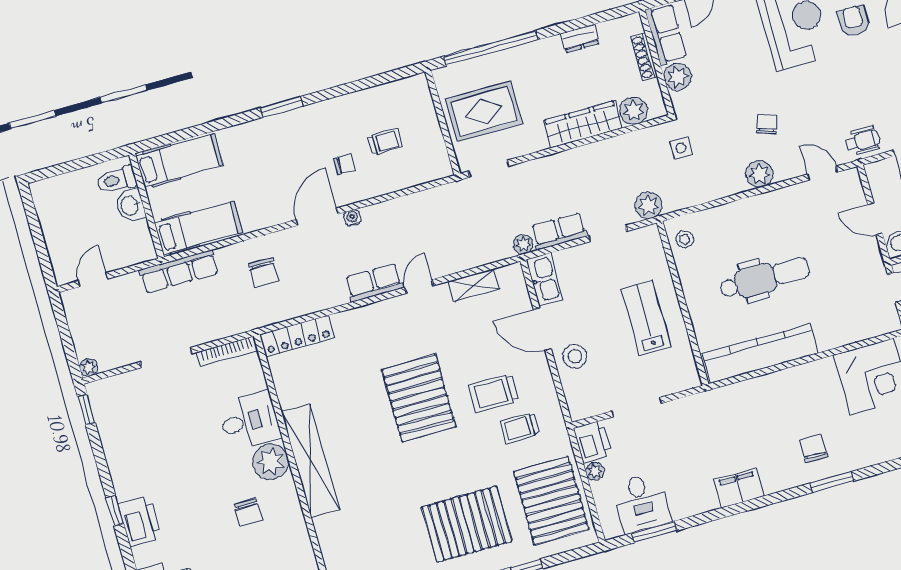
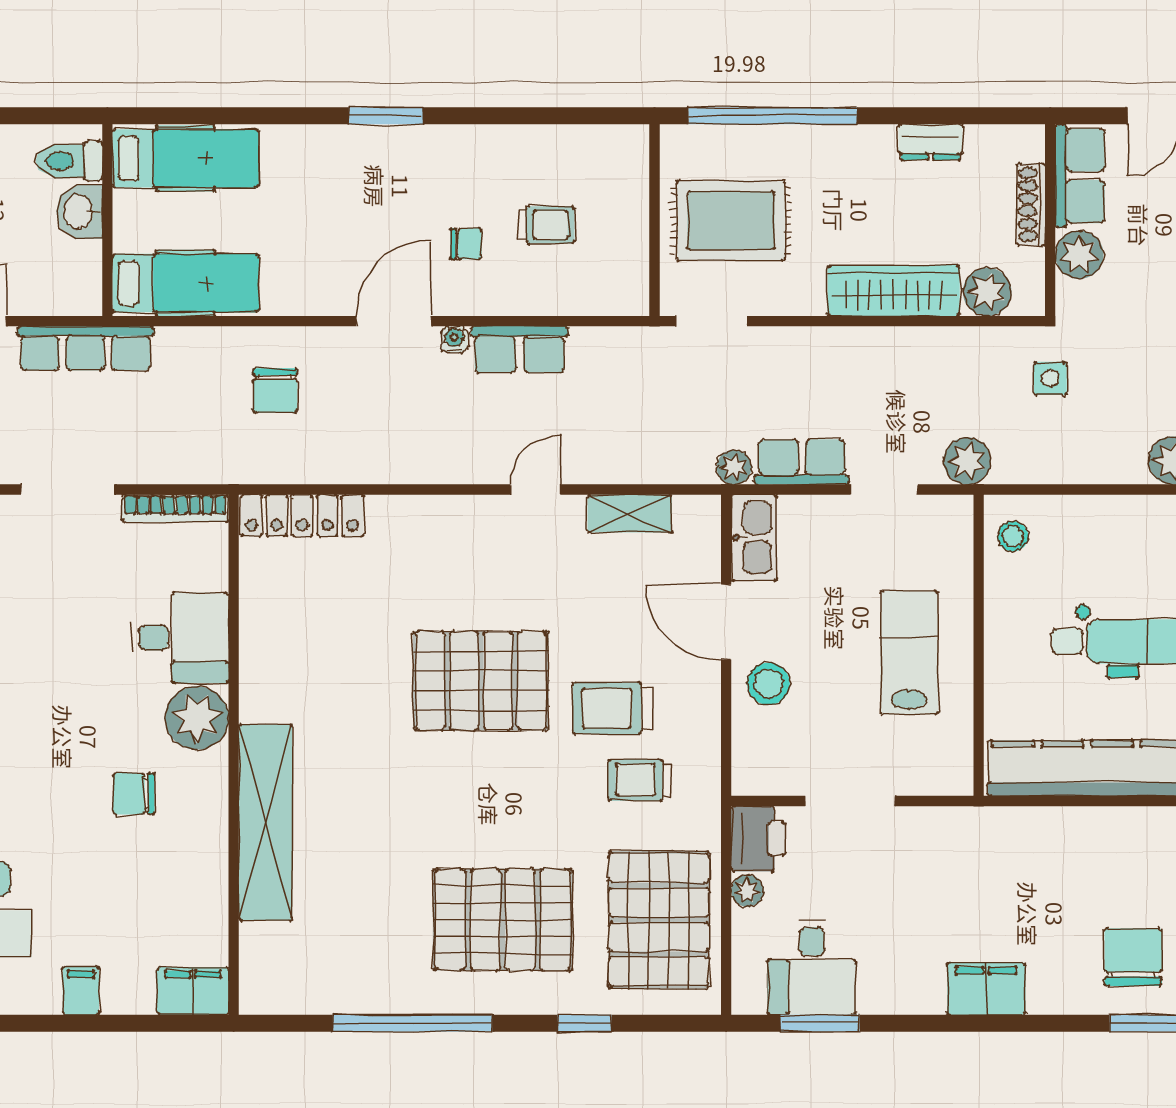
row of seats: (179, 272) -> (85, 348), moved
row of seats: (374, 283) -> (519, 349), moved, turned 180
pallet: (419, 398) -> (481, 681), turned 90
chair: (814, 449) -> (1133, 957), width x1.37, depth x1.37
shelving: (310, 461) -> (265, 822), moved
chair: (248, 512) -> (134, 794), turned 90

